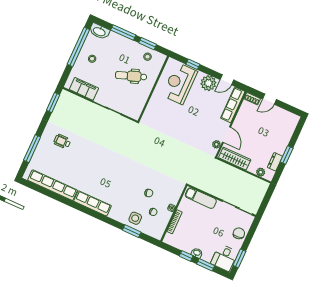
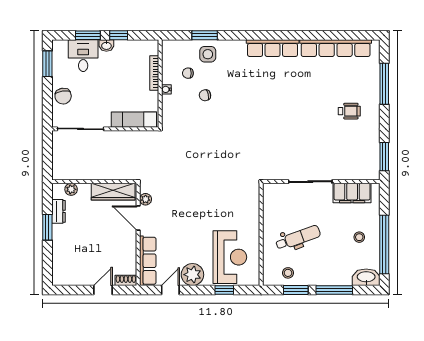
desk: (224, 258) -> (83, 56), moved

